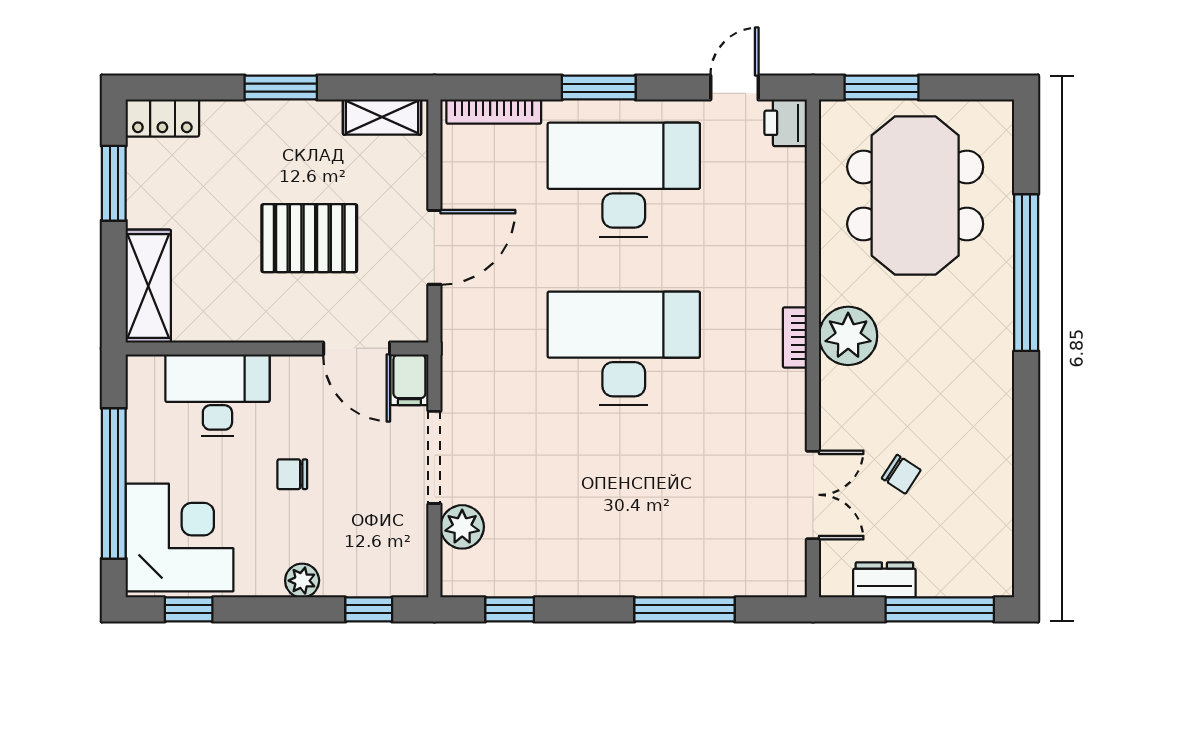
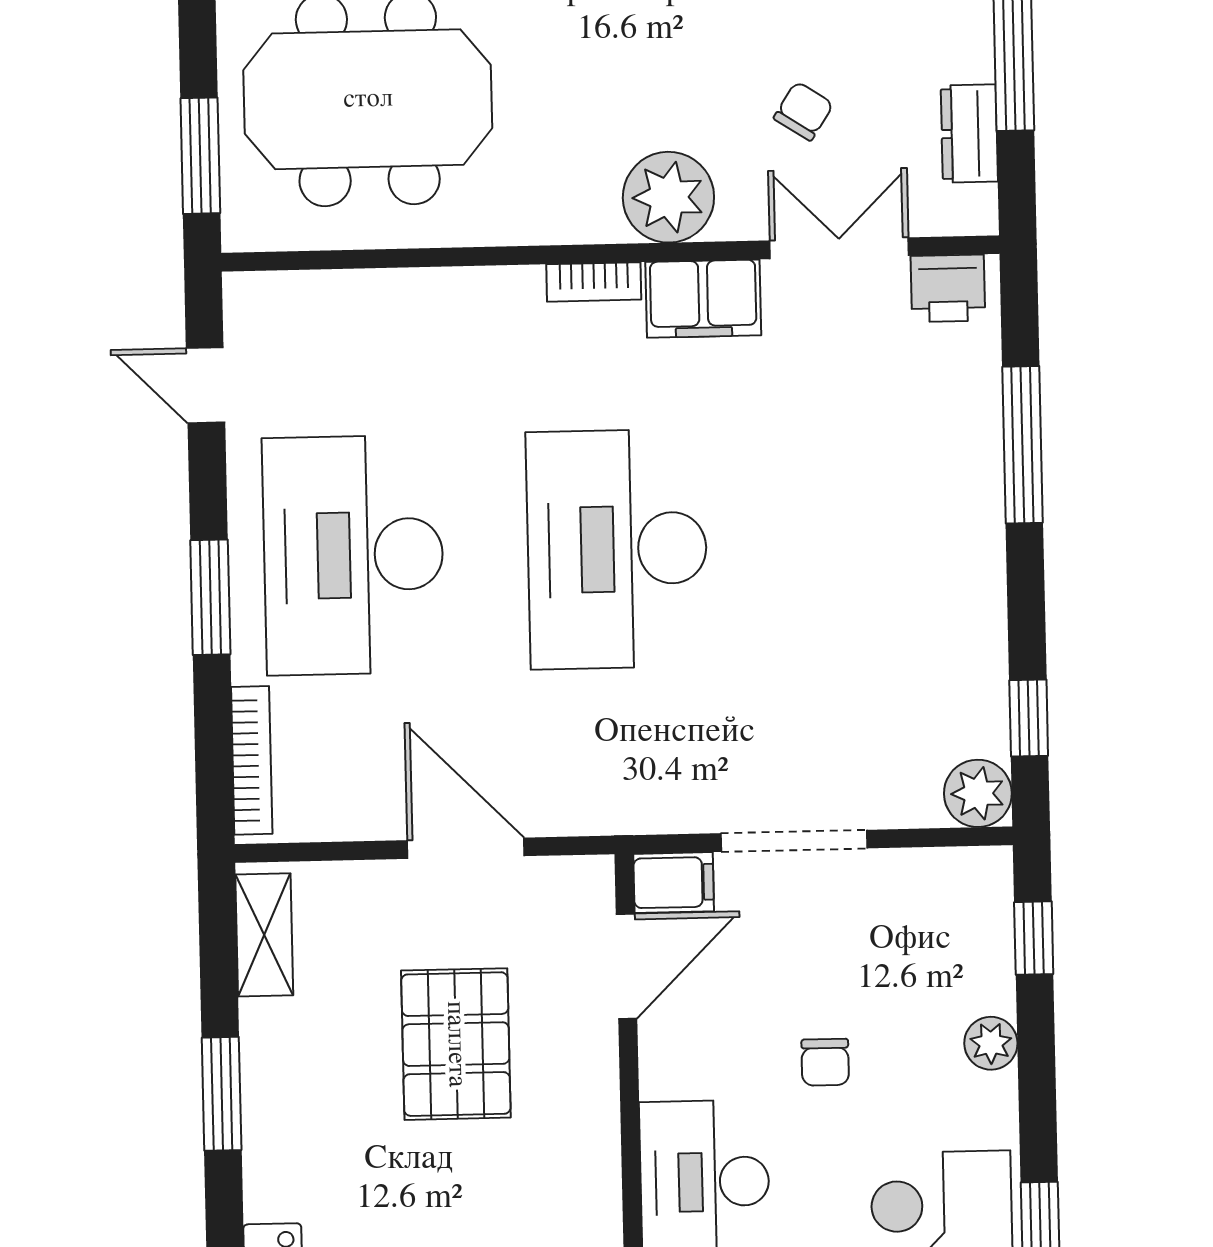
printer: (786, 123) -> (948, 288), moved
plant: (848, 336) -> (668, 197), moved
filing cabinet: (783, 407) -> (703, 299), added
plant: (462, 527) -> (978, 793), moved

